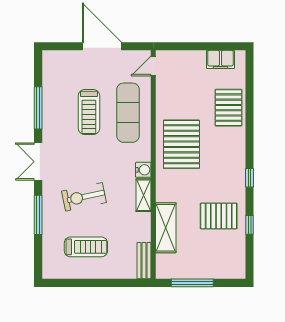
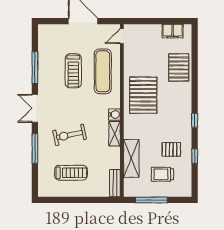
pallet: (219, 216) -> (171, 149), width x0.67, depth x0.71
trolley: (207, 249) -> (162, 174), added

